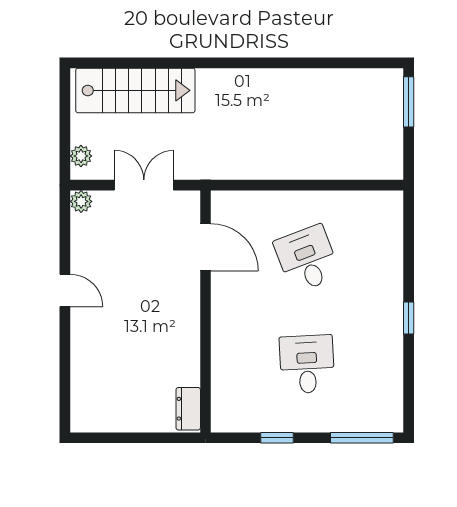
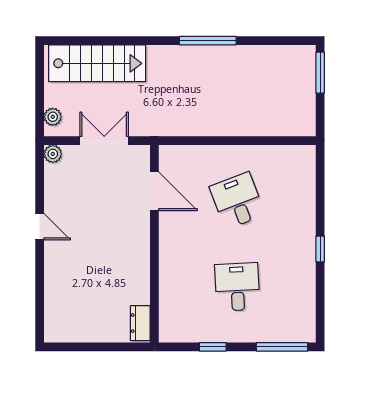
window: (271, 63) -> (208, 41), added

